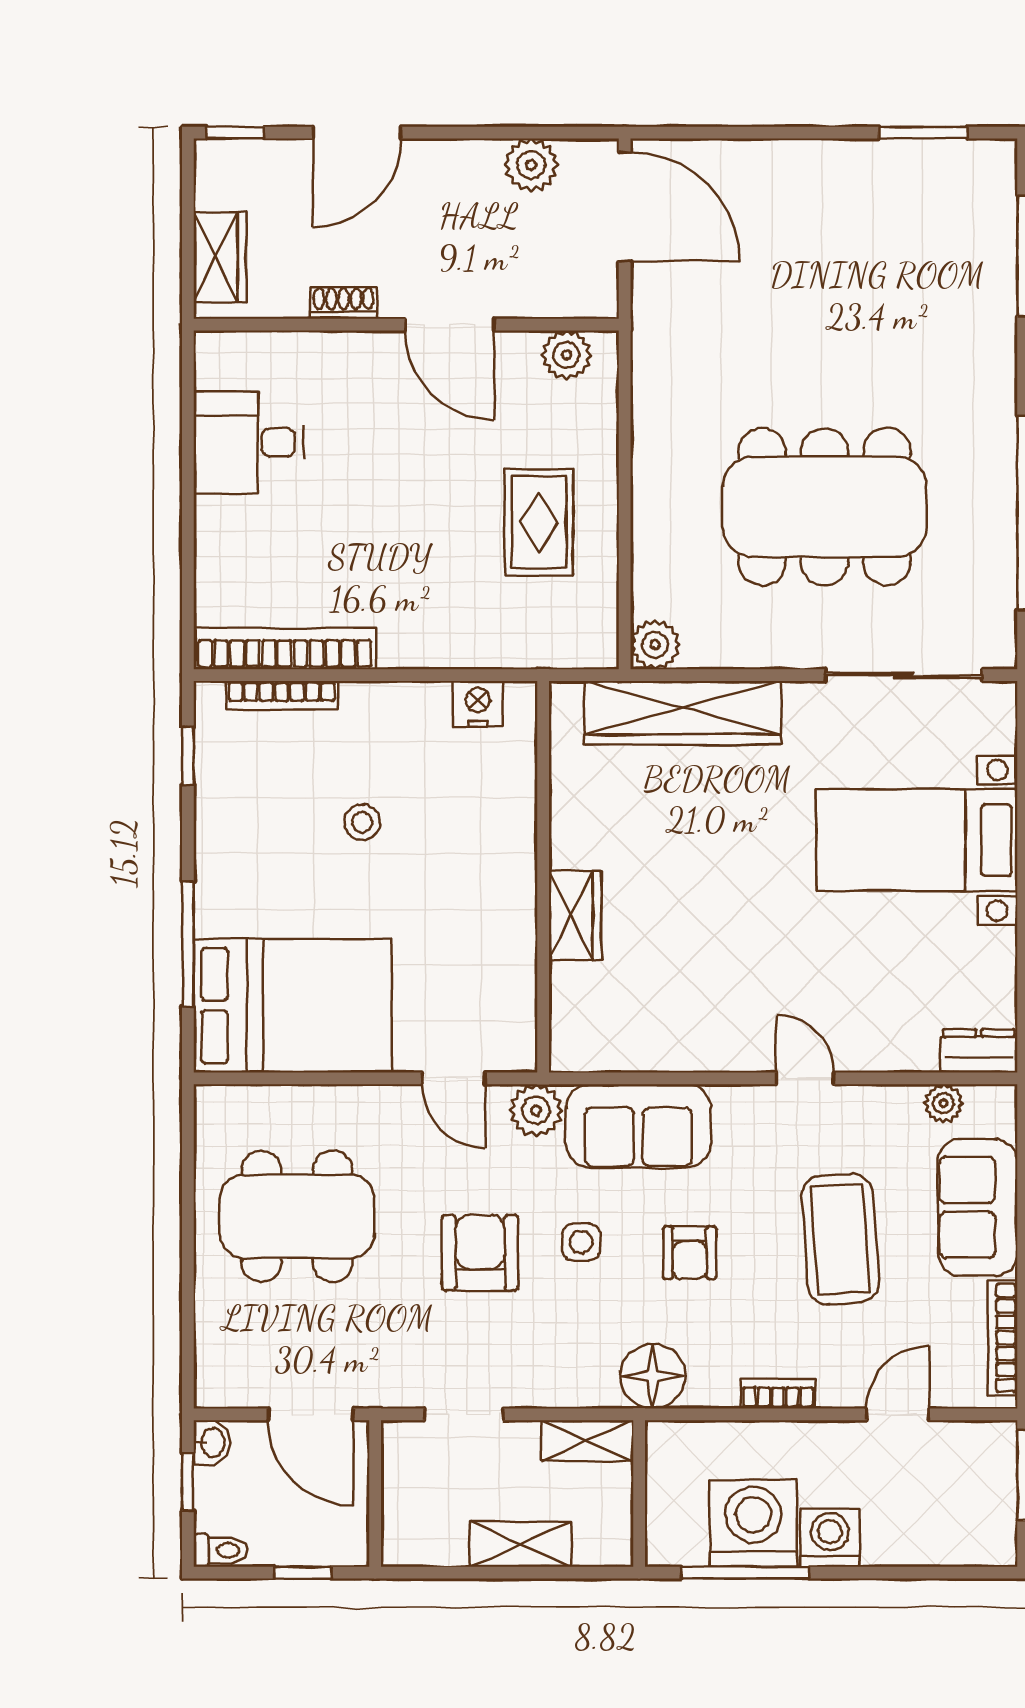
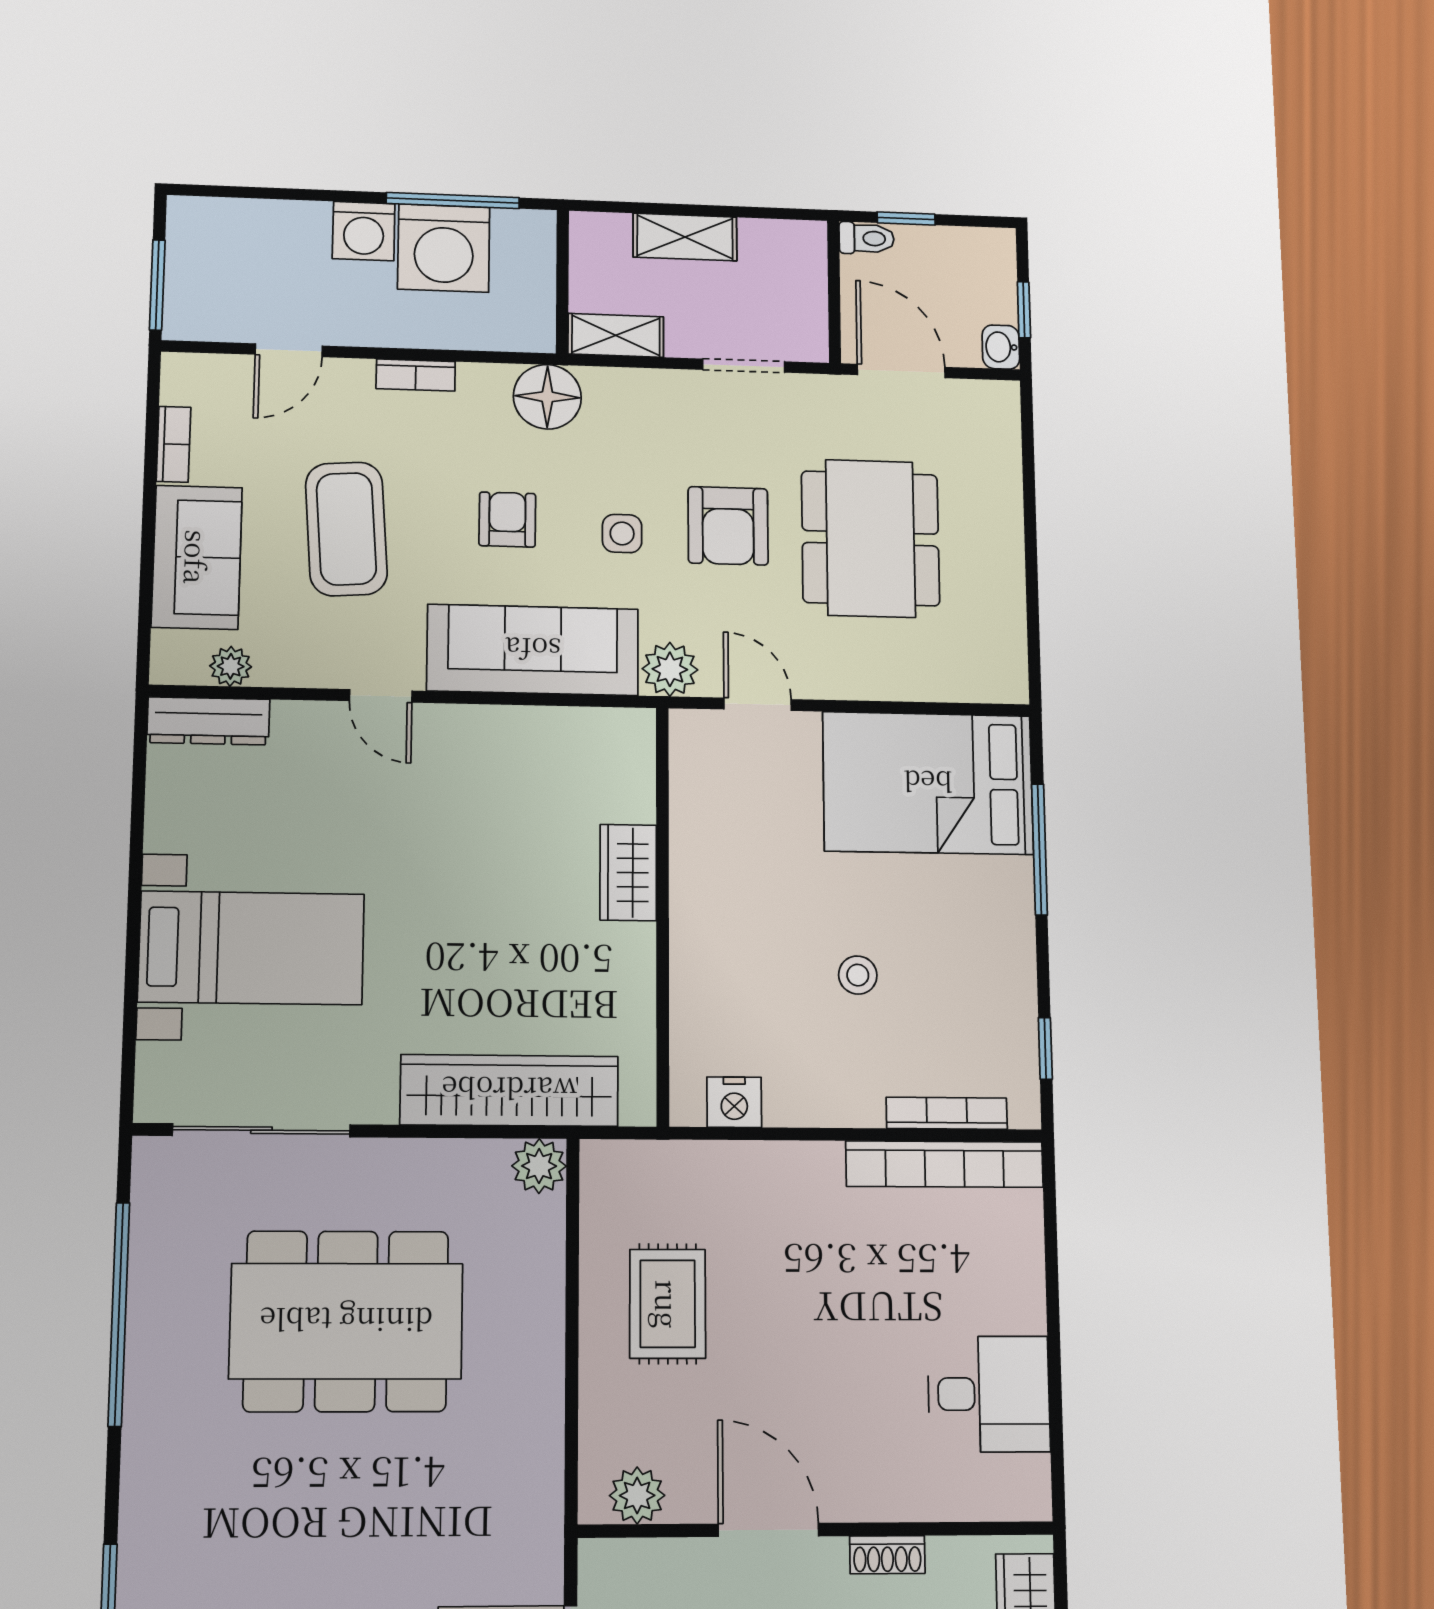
dresser: (979, 1051) -> (208, 721), width x1.44
sofa: (638, 1126) -> (533, 650), width x1.36
dining table: (297, 1216) -> (870, 538), moved, turned 90
bookcase: (1003, 1338) -> (174, 444), width x0.64
toilet: (221, 1550) -> (867, 238), moved, turned 180

